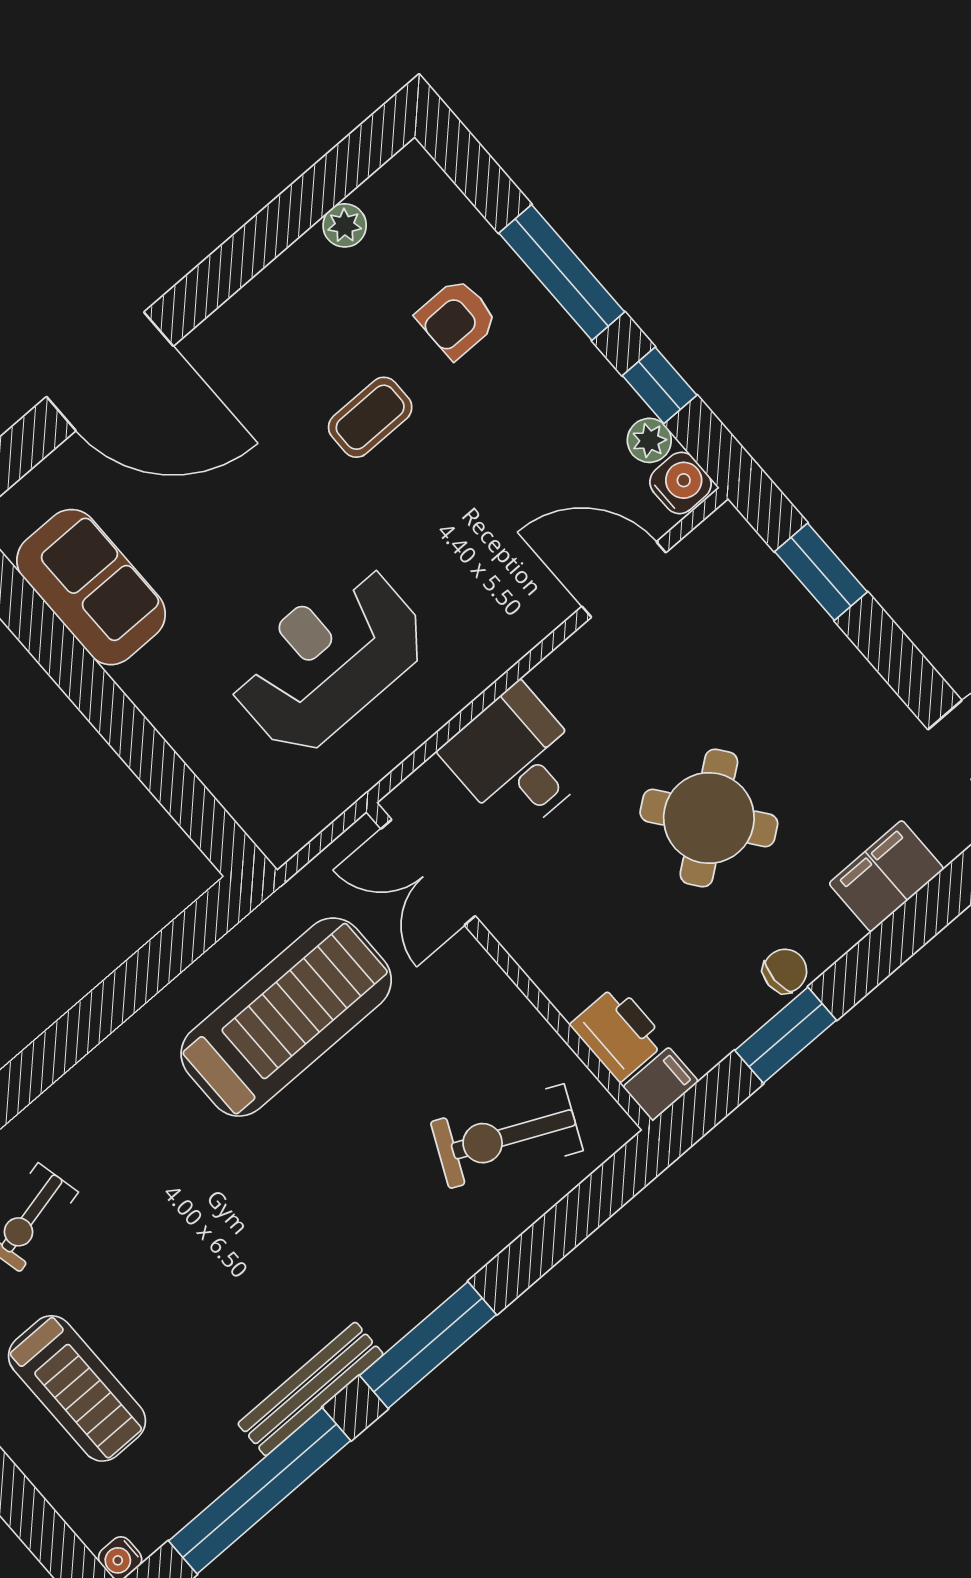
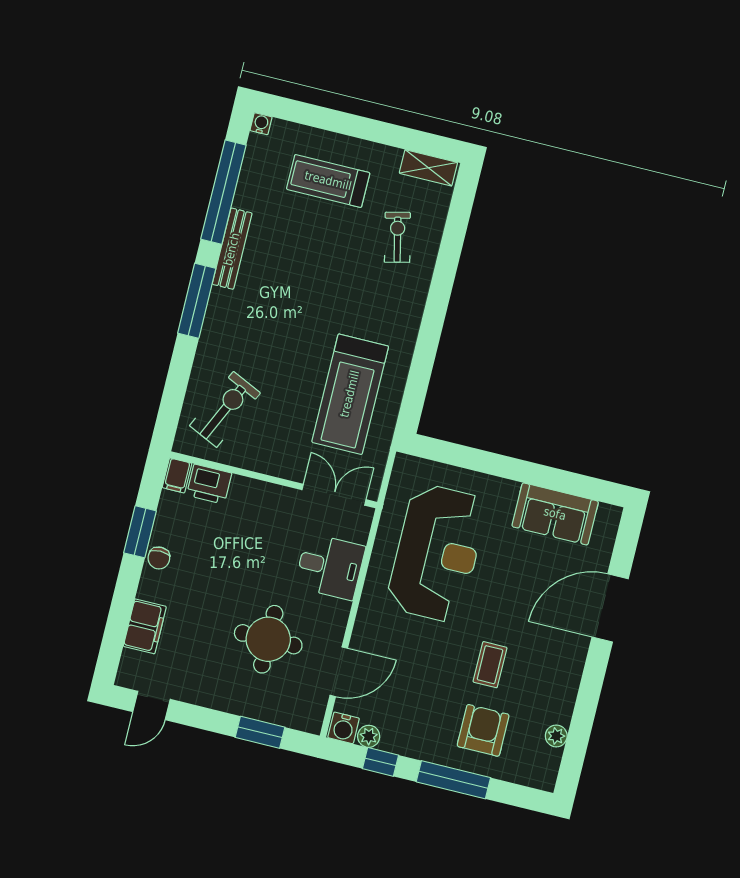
armchair: (457, 319) -> (483, 730), width x1.38, depth x1.38
reception desk: (328, 659) -> (437, 553), width x1.36, depth x1.30
round table: (709, 818) -> (268, 639), moved, turned 37

